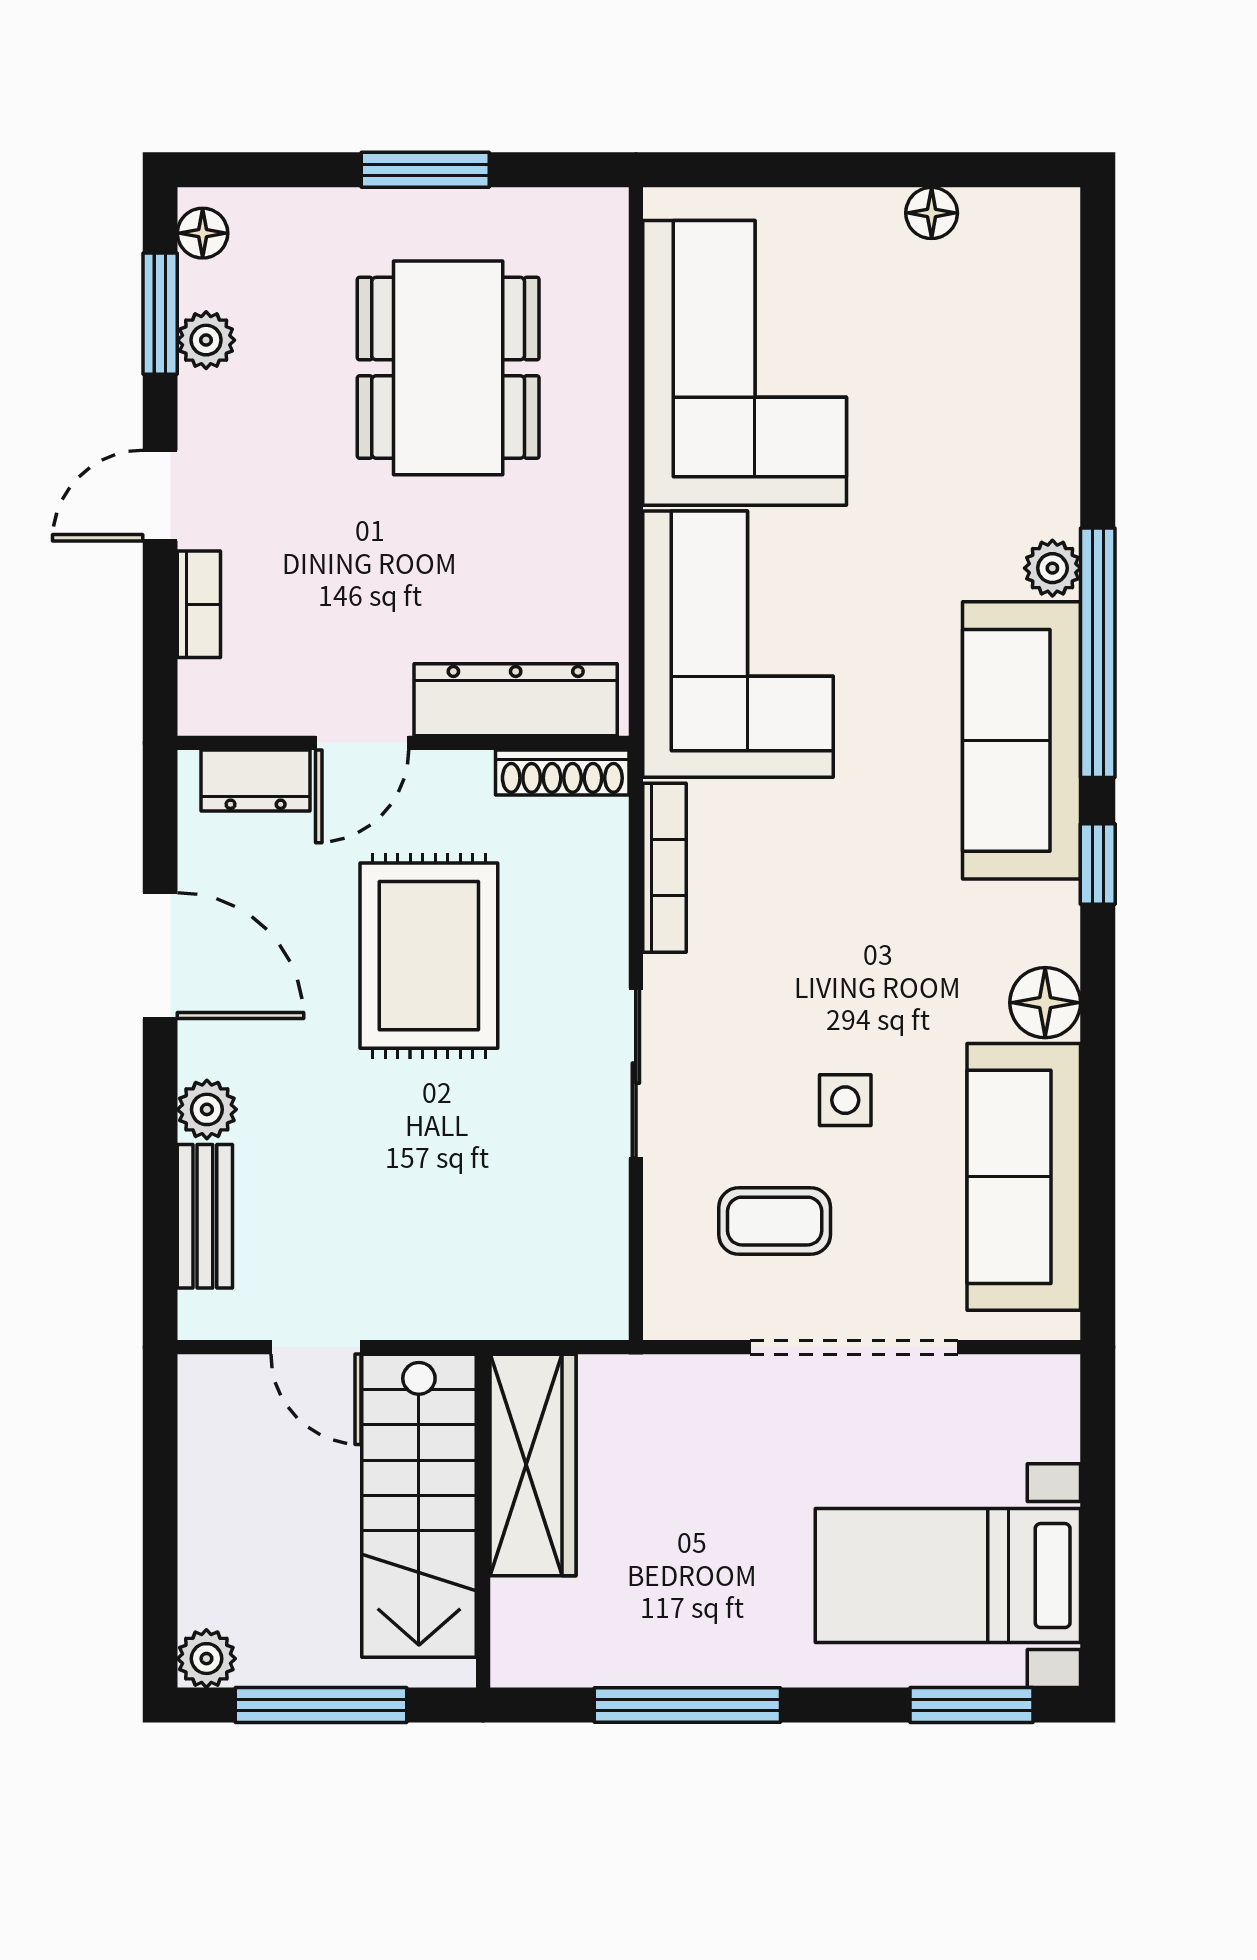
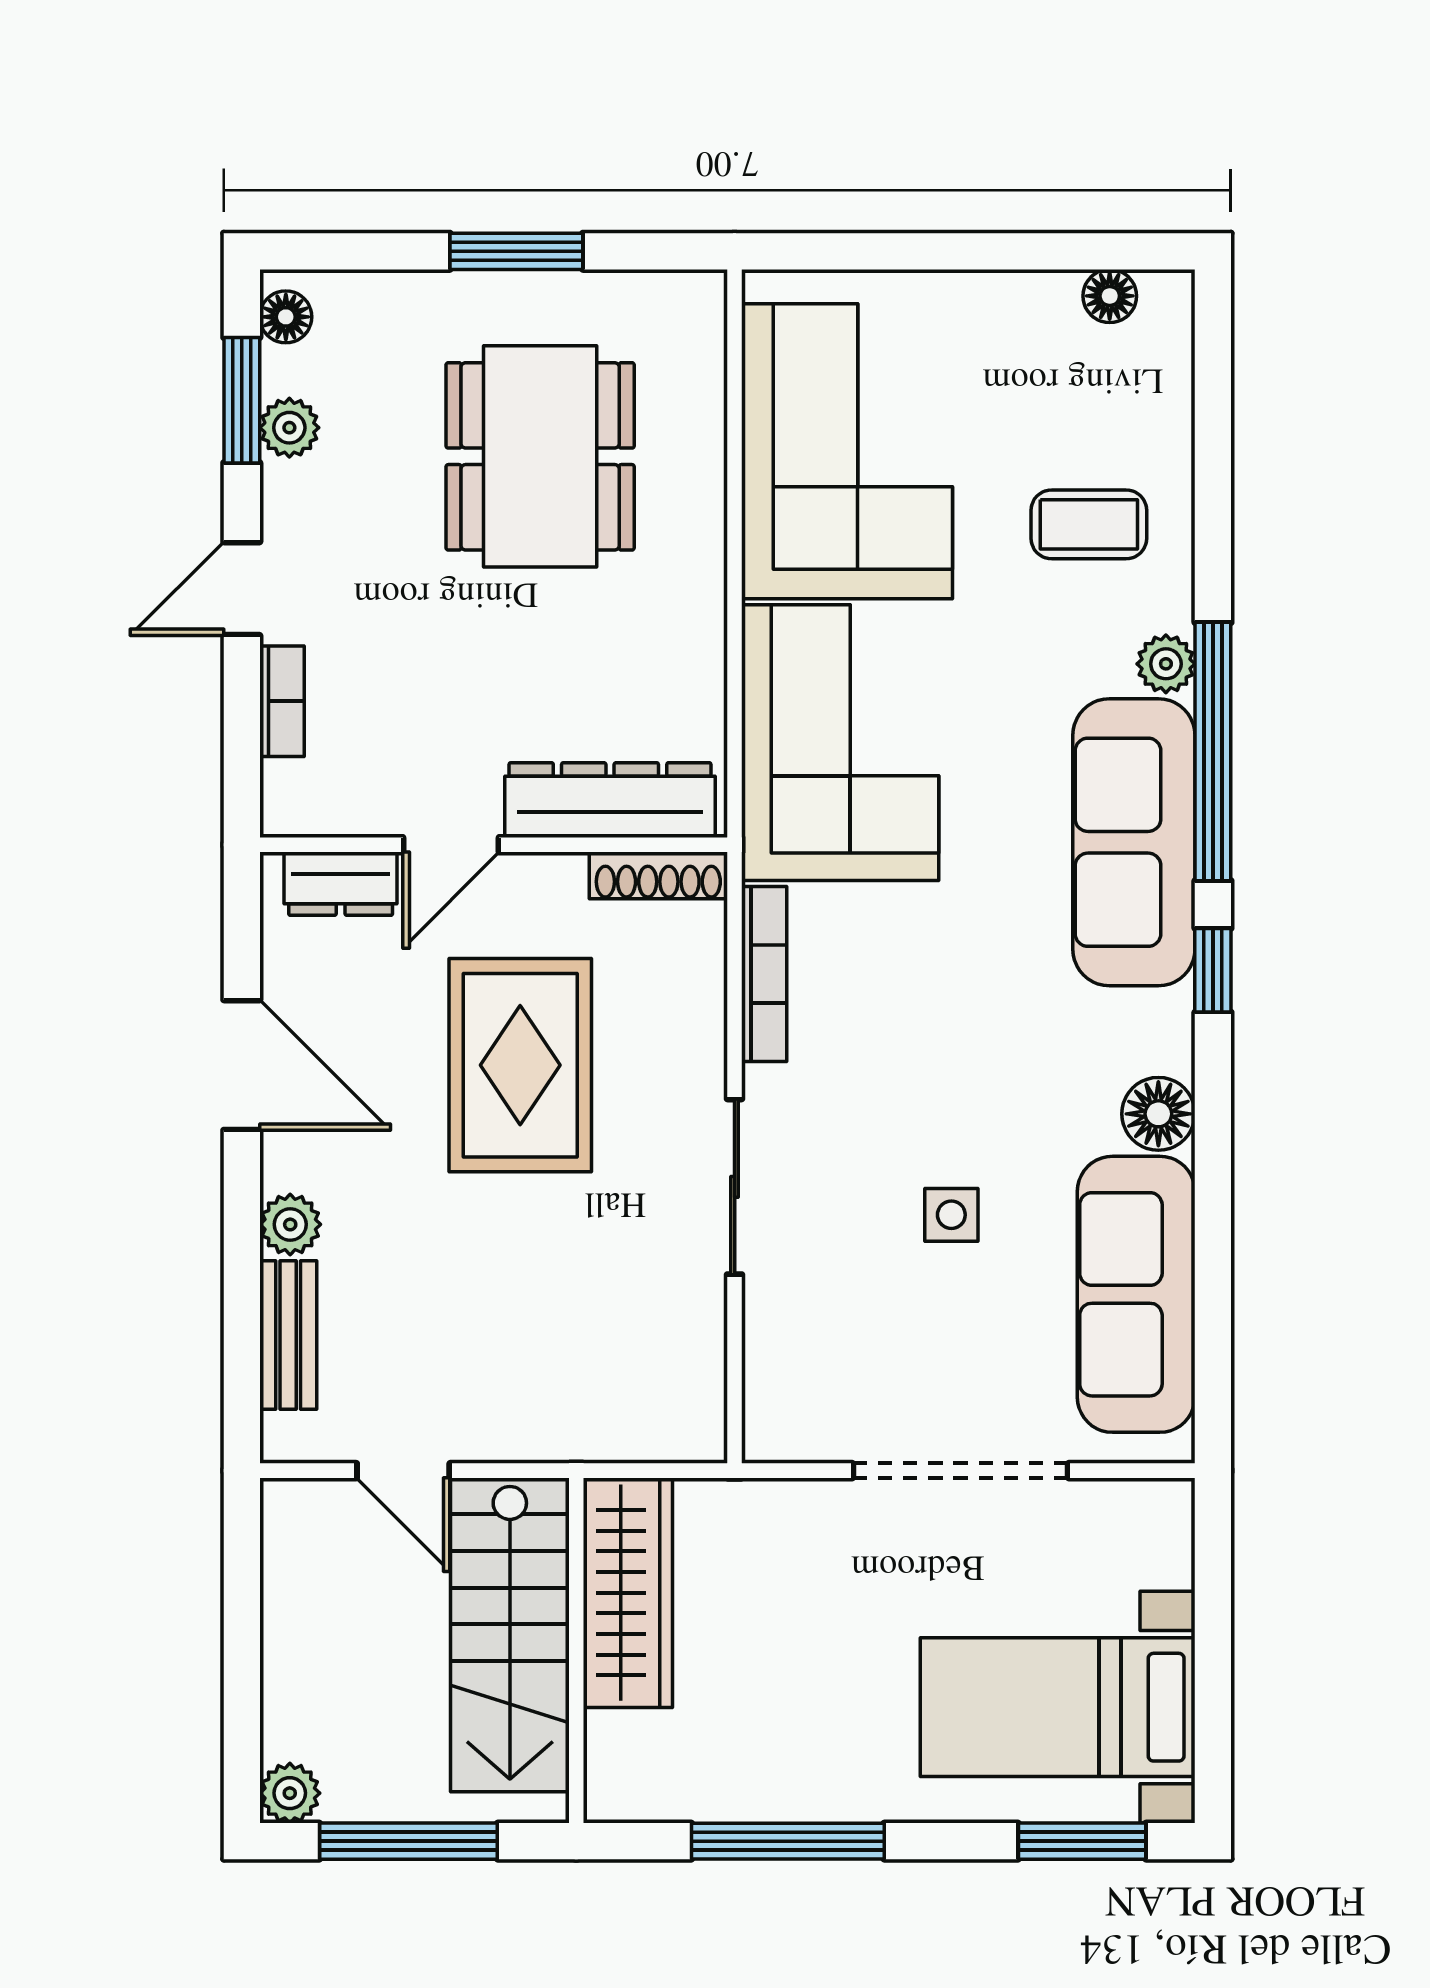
floor lamp: (932, 213) -> (1110, 296), moved
coffee table: (775, 1221) -> (1089, 524), moved

